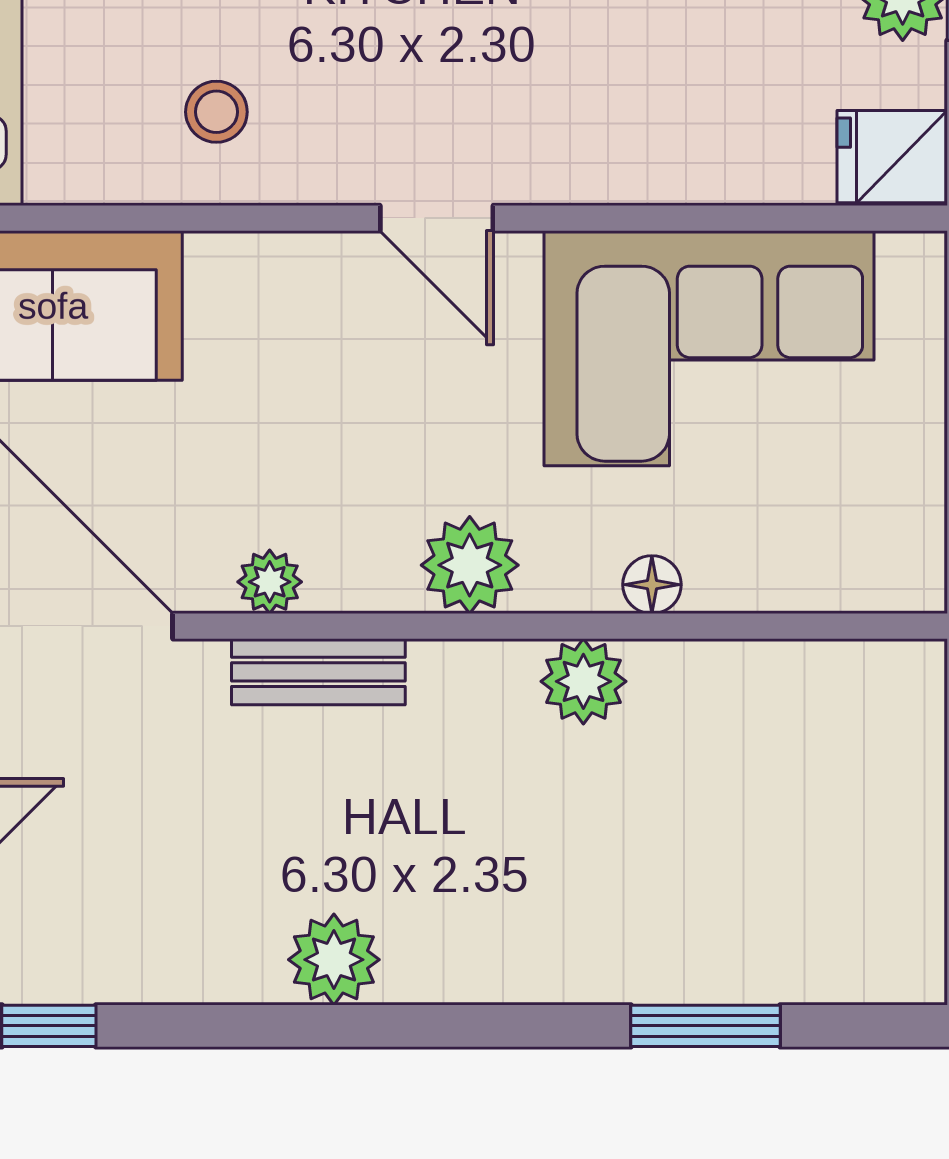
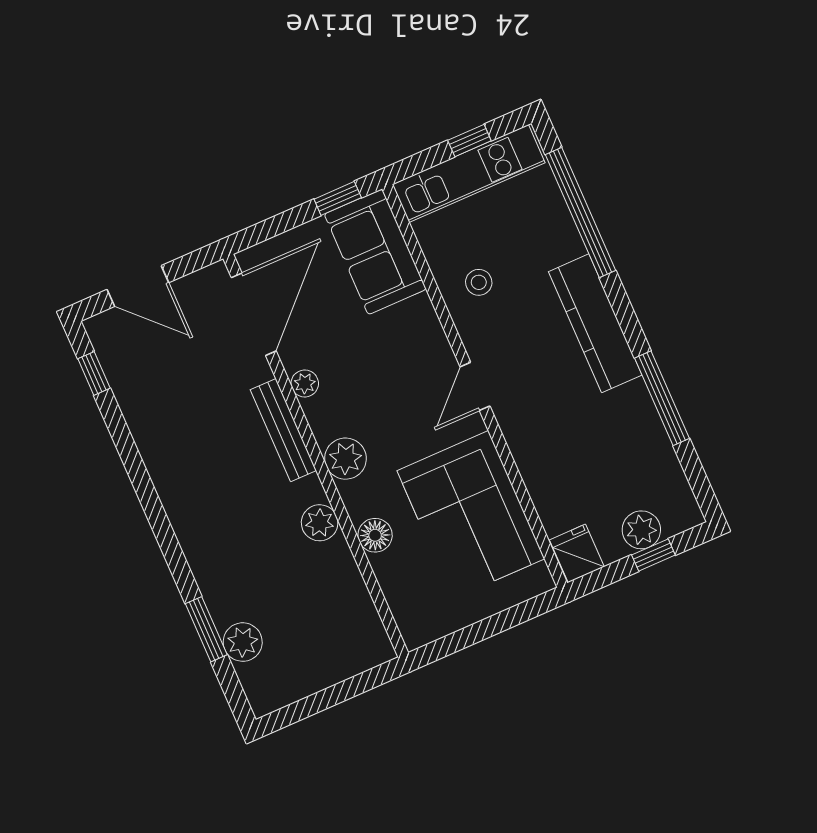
floor lamp: (652, 585) -> (375, 535), width x1.37, depth x1.37
bench: (318, 672) -> (283, 430), width x1.36
plant: (334, 960) -> (243, 642), moved

